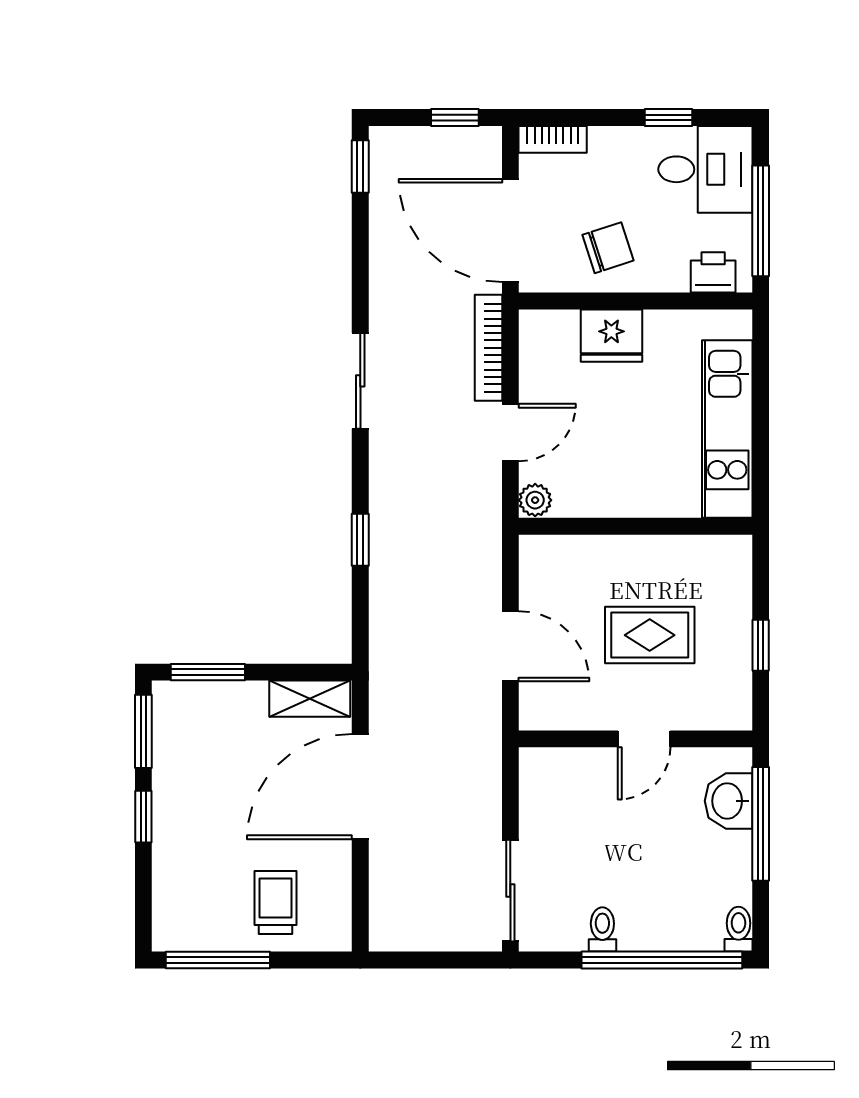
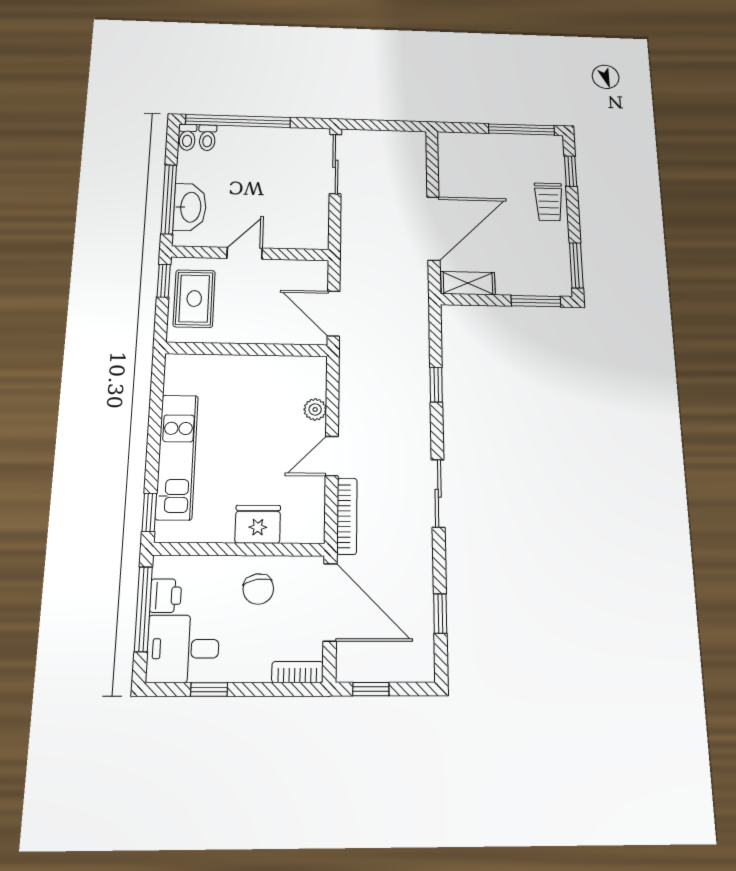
window: (360, 167) -> (440, 614), moved
chair: (608, 248) -> (258, 589), turned -82
printer: (713, 272) -> (166, 596), moved, turned -90
window: (761, 351) -> (149, 512), added
wall: (636, 526) -> (247, 349), moved
rug: (650, 635) -> (194, 299), moved, turned 90
window: (761, 645) -> (164, 281), moved
washbasin: (729, 801) -> (190, 207), width x1.38
window: (143, 817) -> (571, 171), moved
trolley: (275, 902) -> (549, 202), moved
toilet: (602, 929) -> (207, 138), moved

